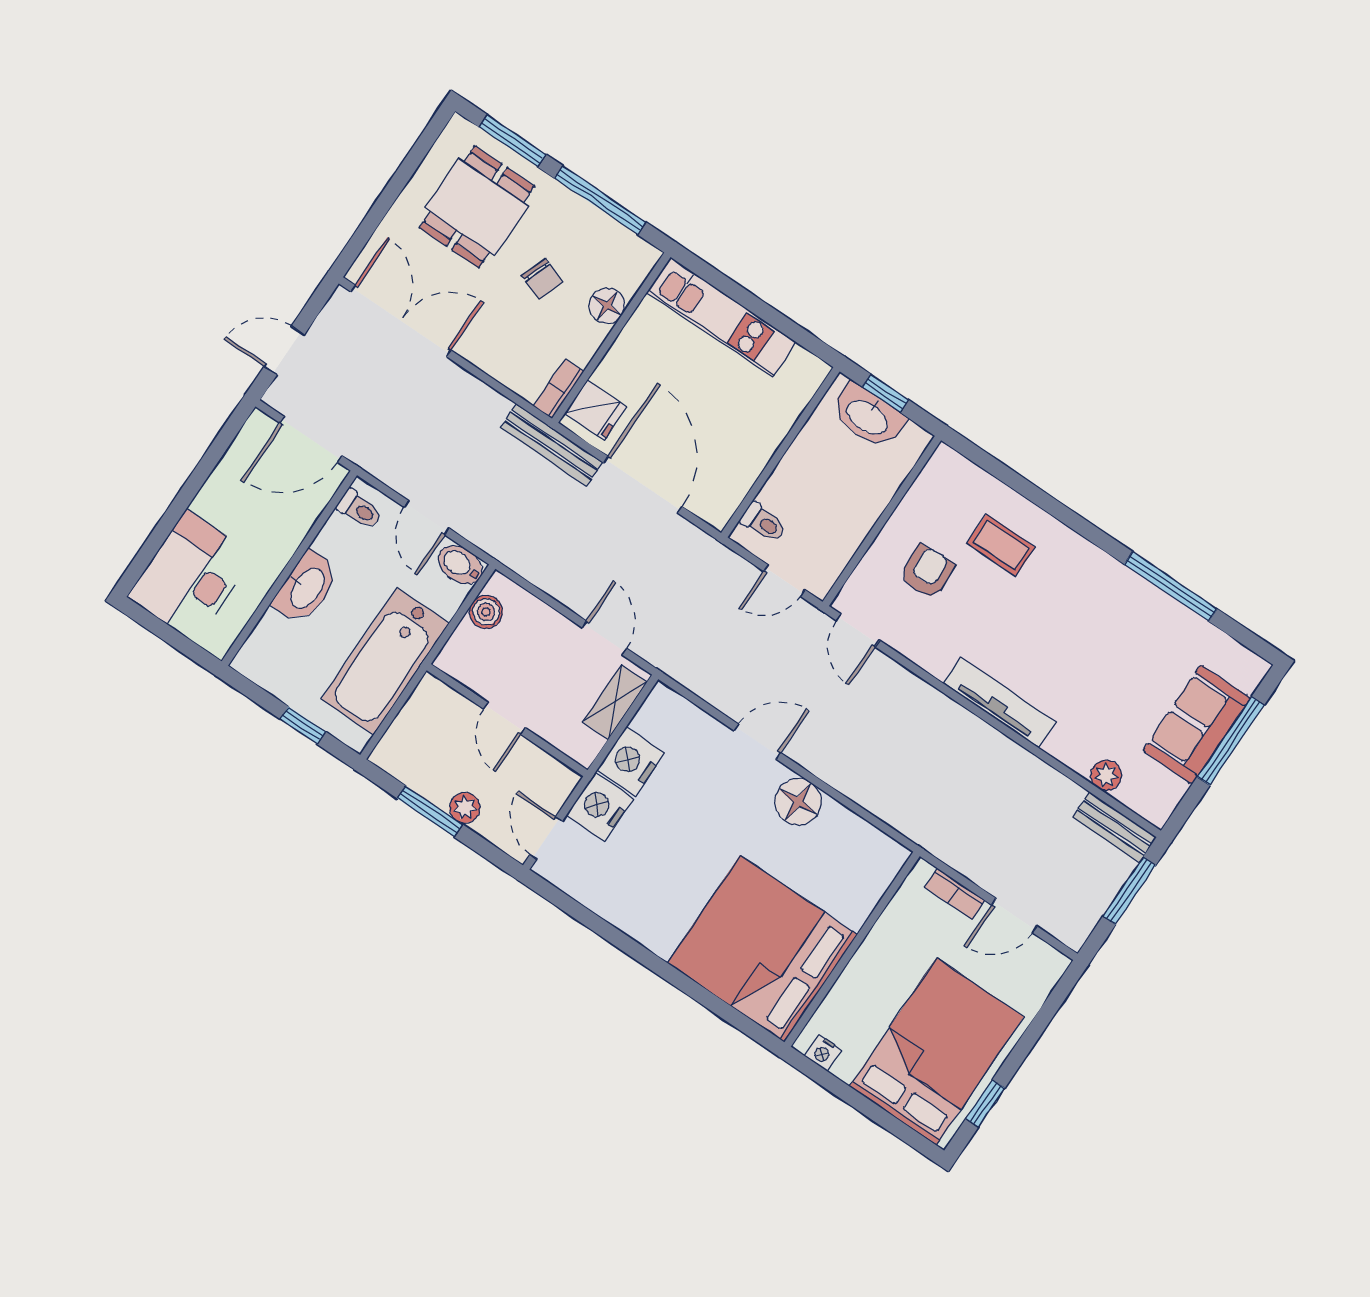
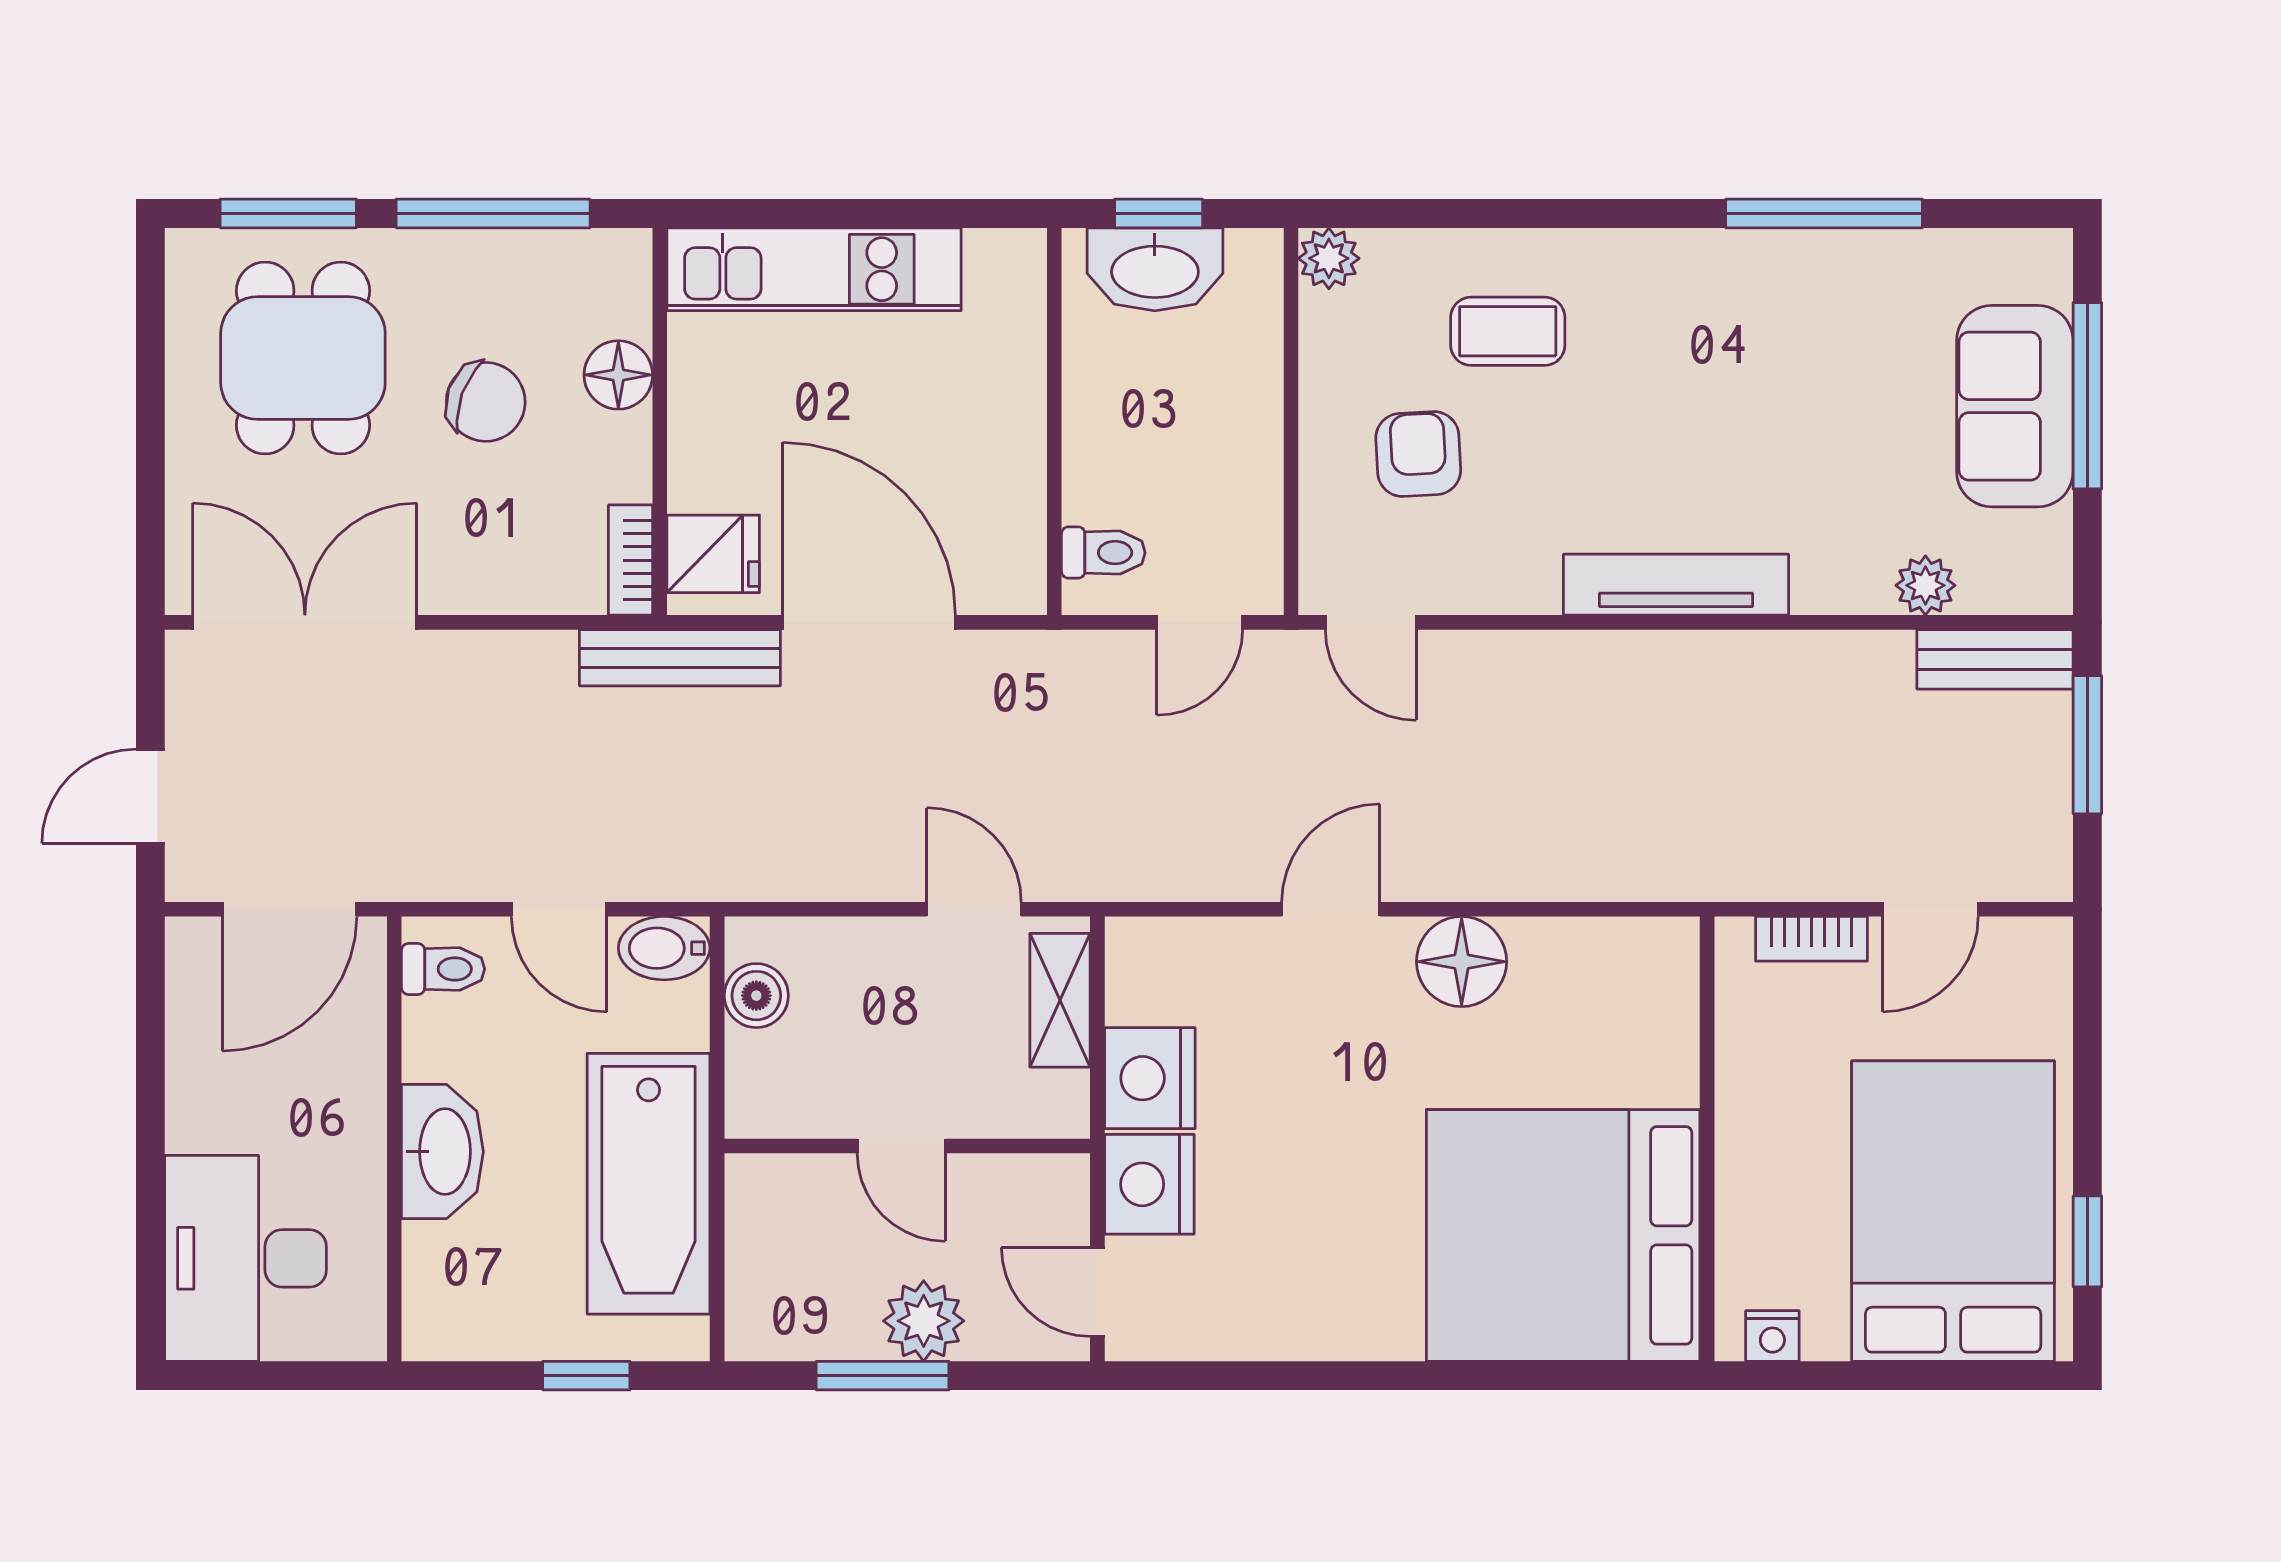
chair: (542, 279) -> (486, 402), width x1.37, depth x1.37
plant: (945, 462) -> (1329, 258), added
plant: (465, 808) -> (924, 1321), width x1.38, depth x1.38

